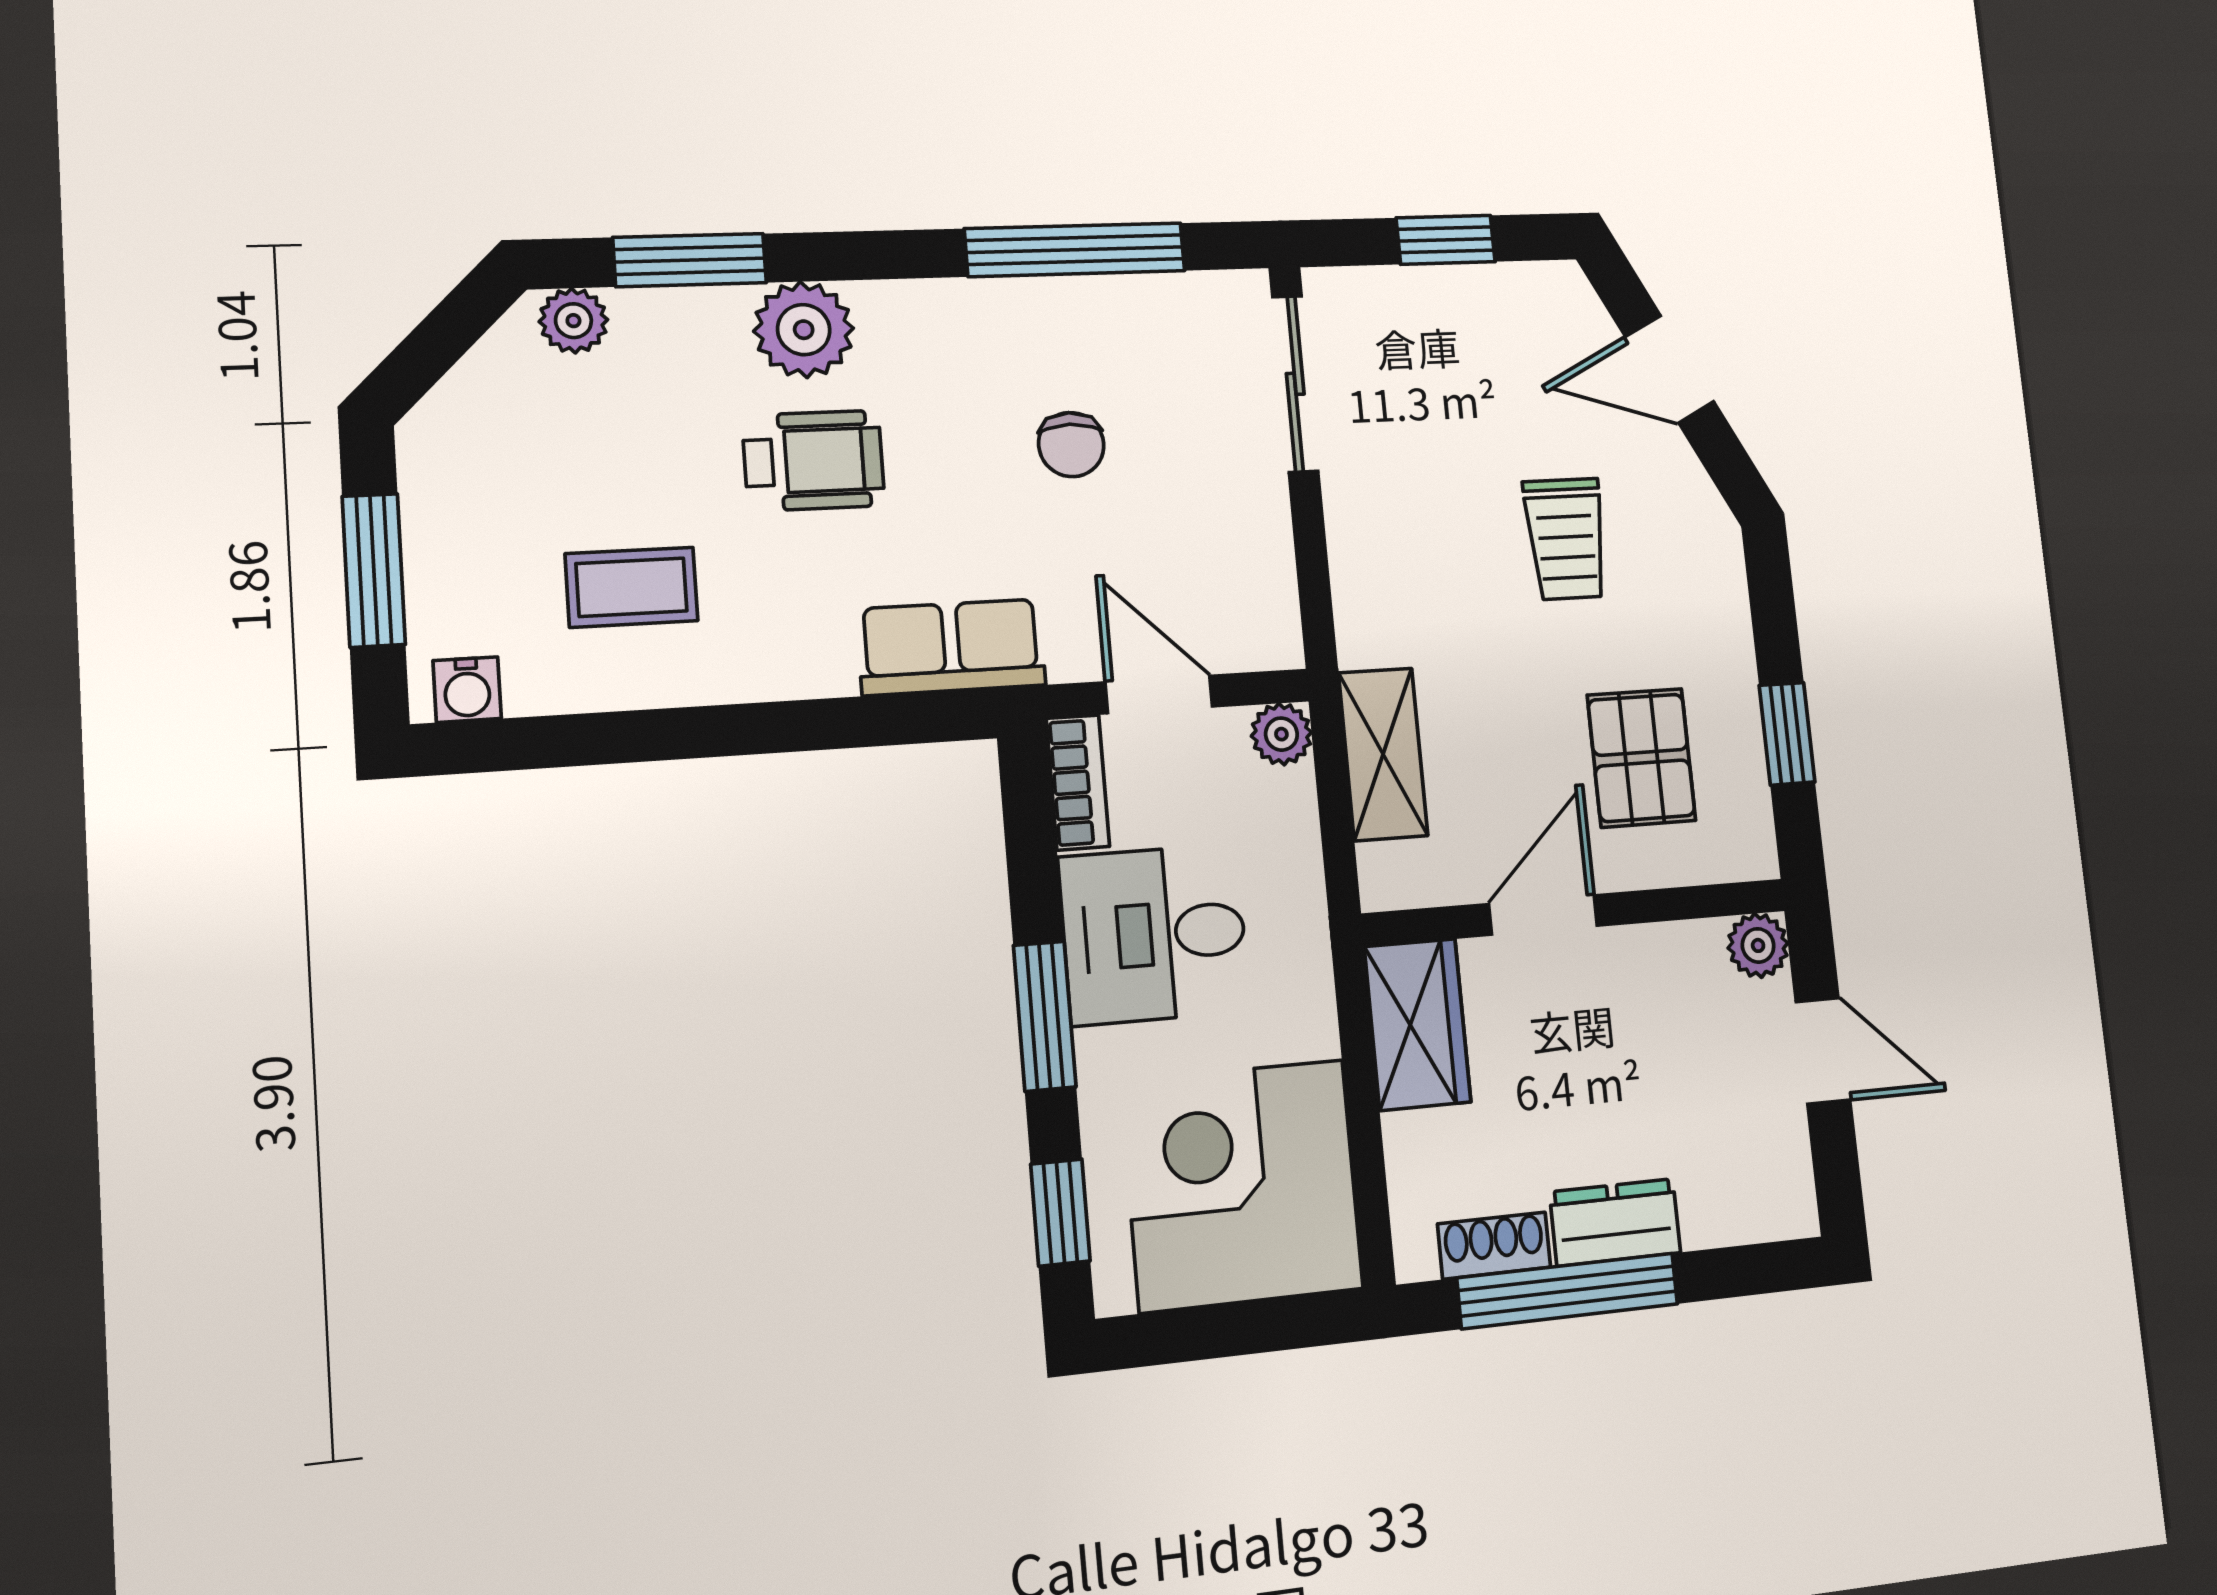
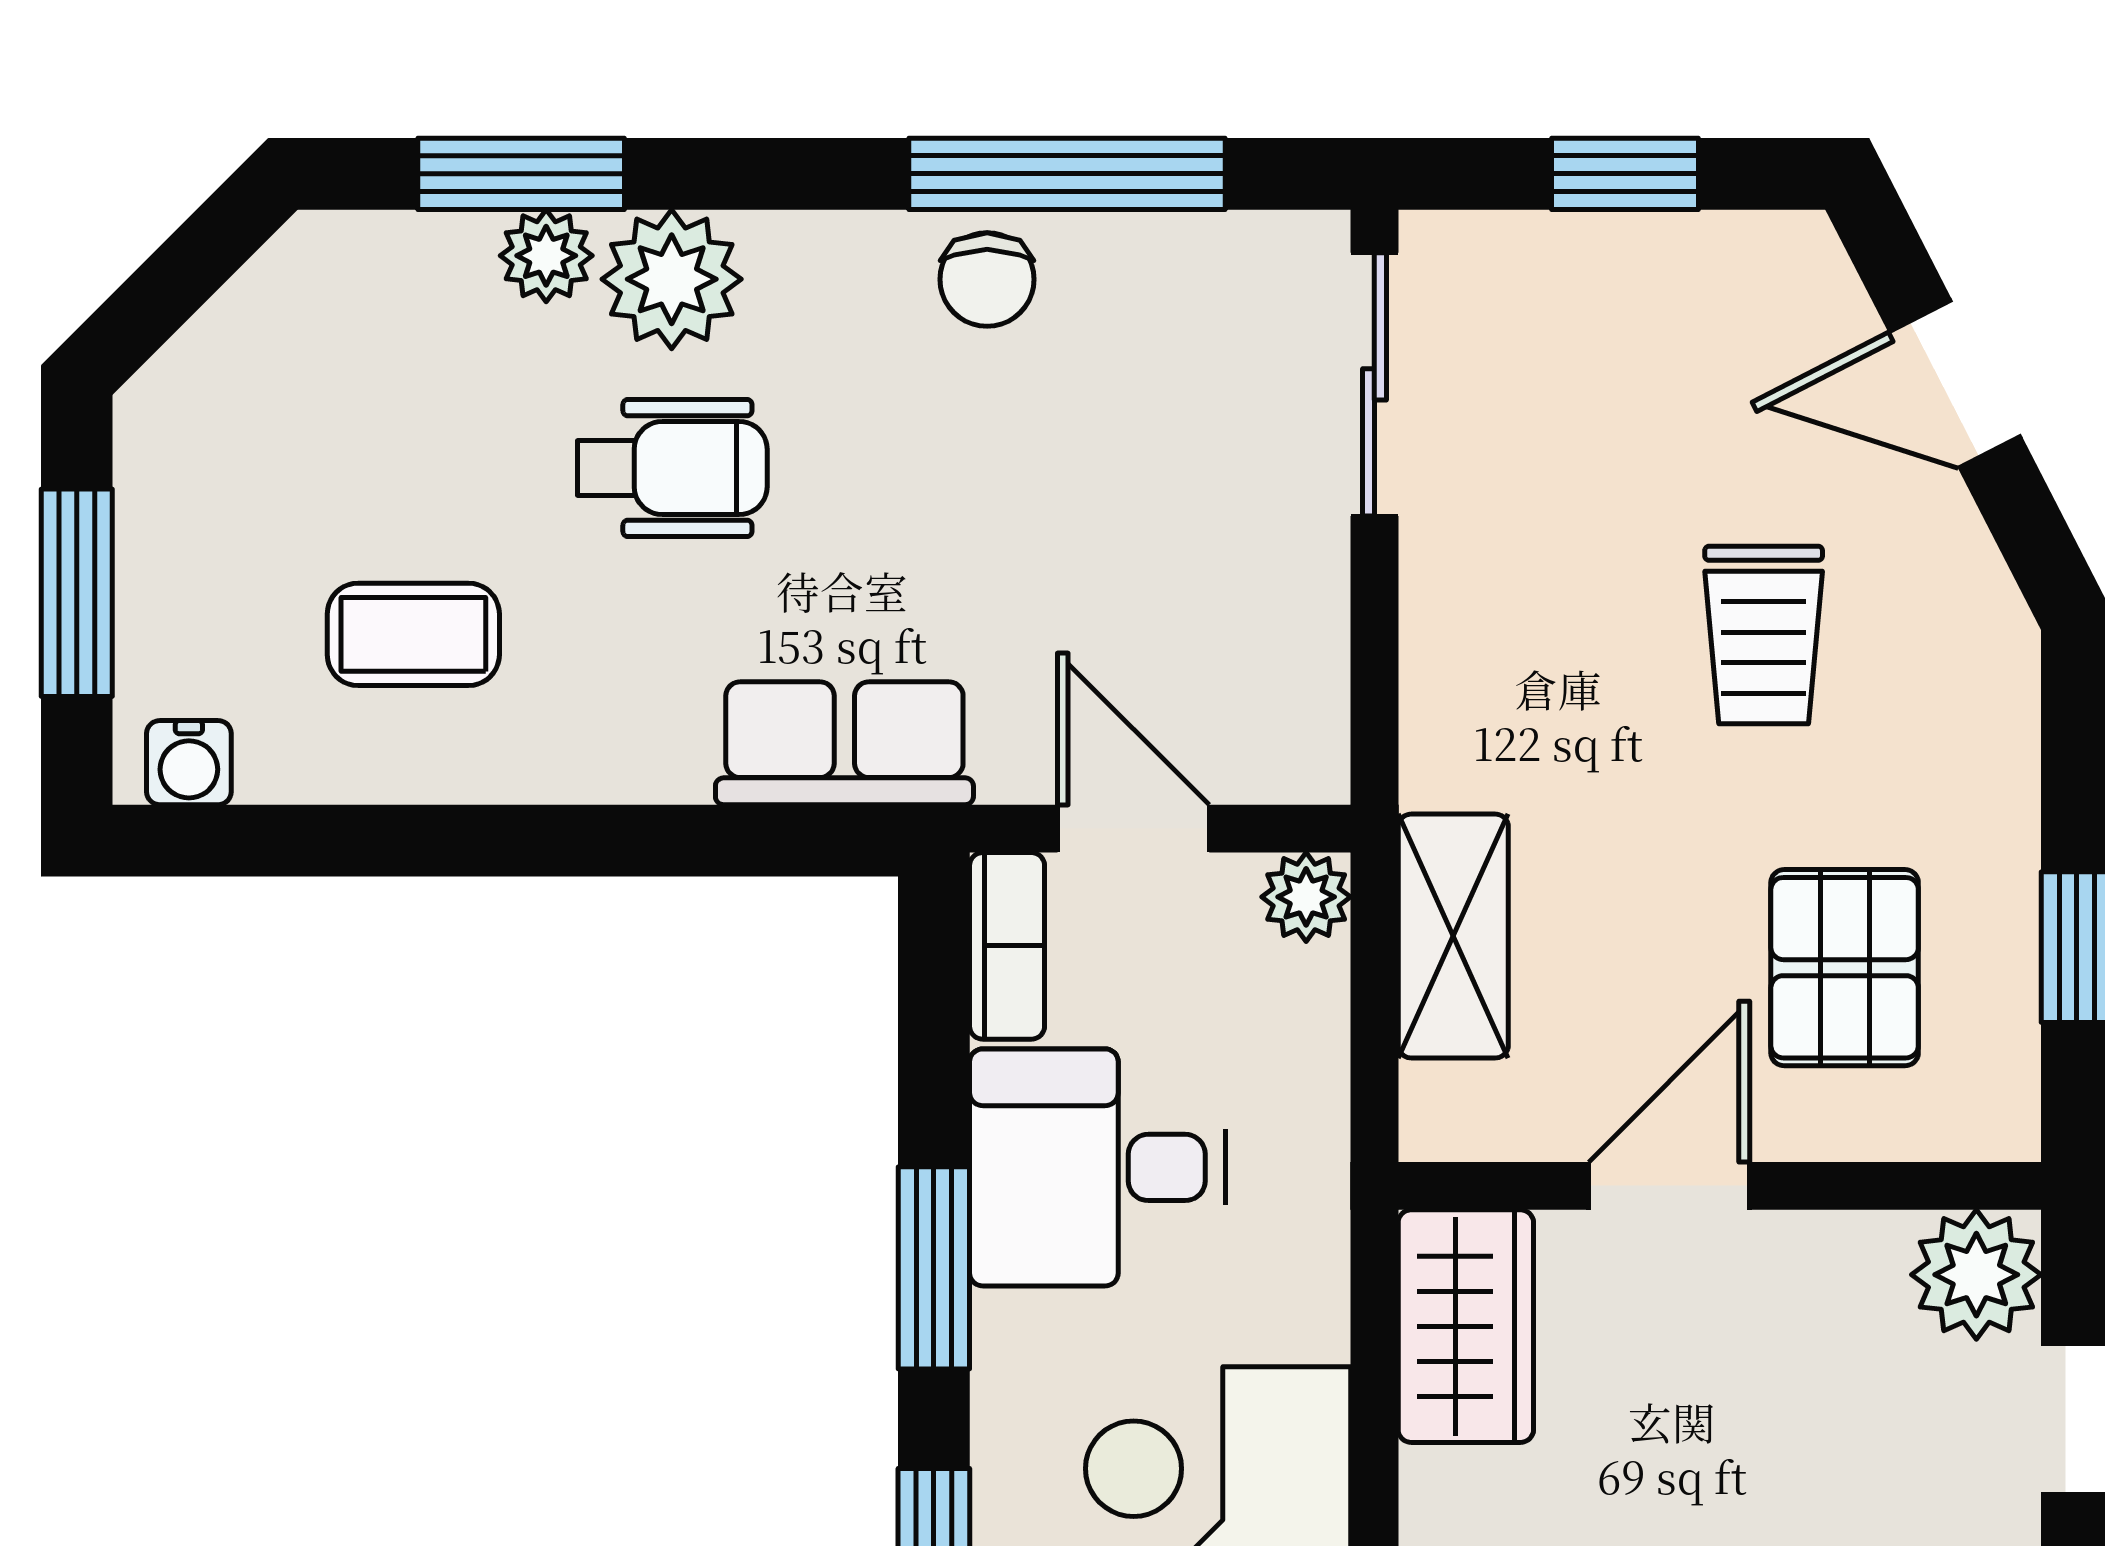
plant: (573, 321) -> (546, 256), moved
chair: (1071, 445) -> (987, 279), moved
plant: (1758, 945) -> (1976, 1275), width x1.38, depth x1.38

